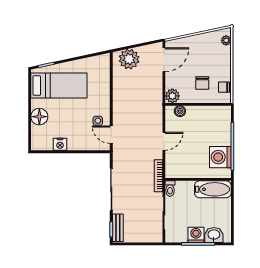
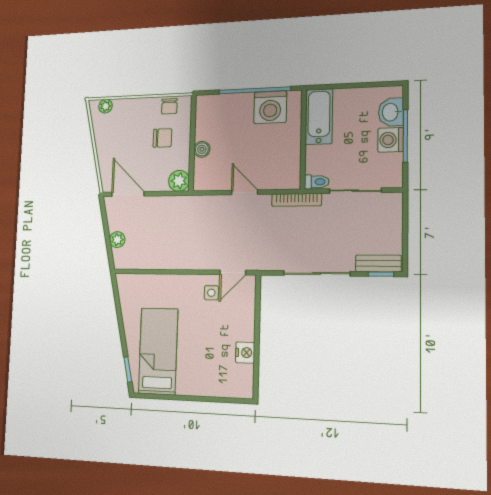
plant: (129, 59) -> (117, 240), width x0.53, depth x0.53
boiler: (180, 111) -> (202, 149), moved
floor lamp: (39, 117) -> (203, 383), removed

